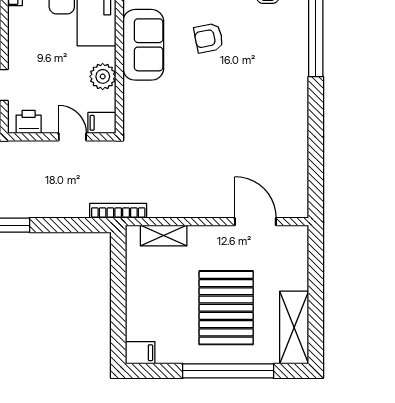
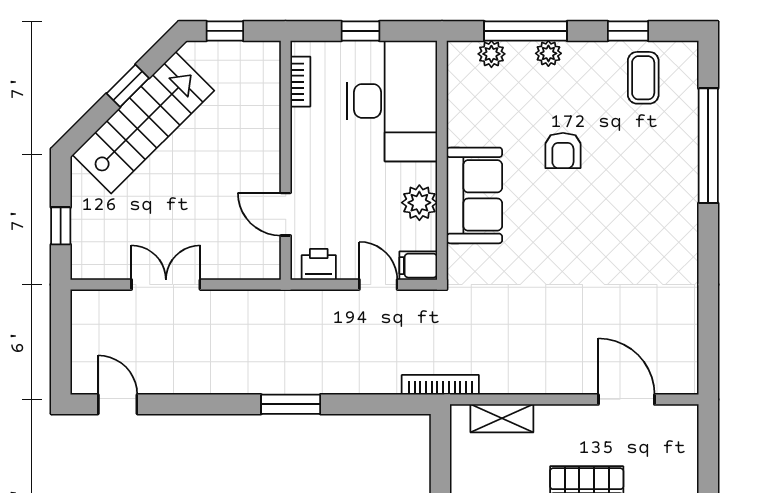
armchair: (209, 38) -> (563, 151), turned -79
sofa: (143, 45) -> (474, 195), moved

